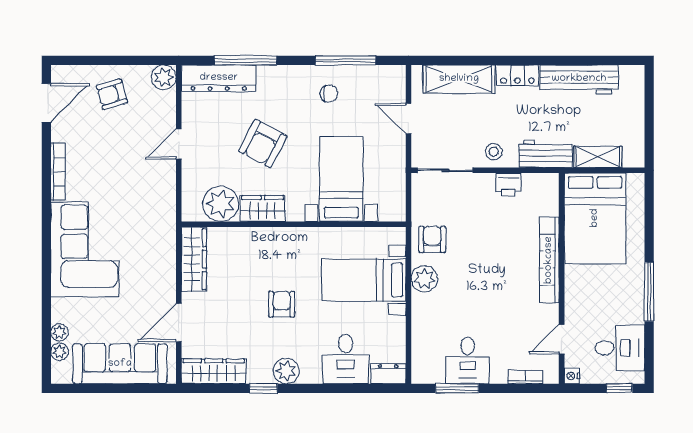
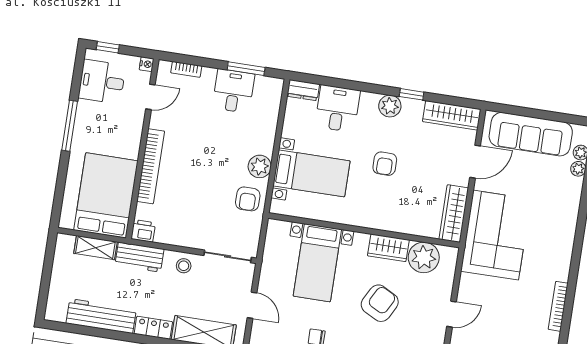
printer: (509, 185) -> (143, 231), moved
corner sofa: (85, 249) -> (496, 235), moved, turned 180

